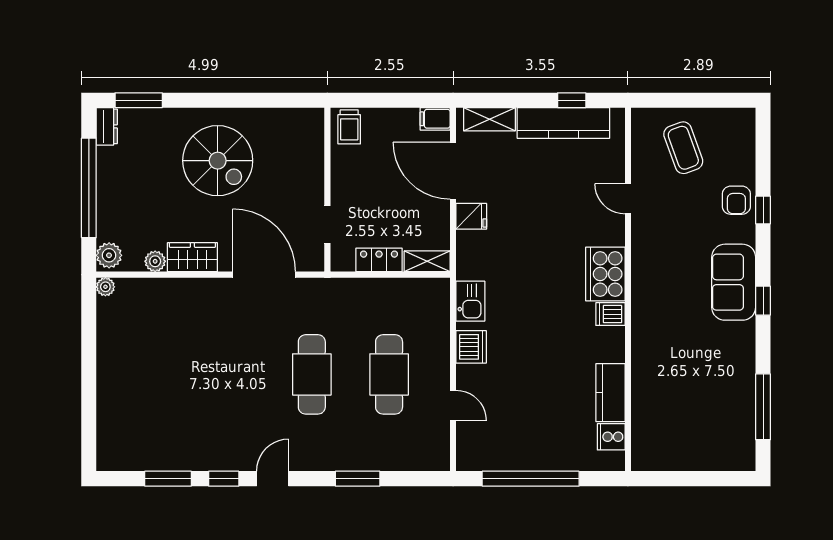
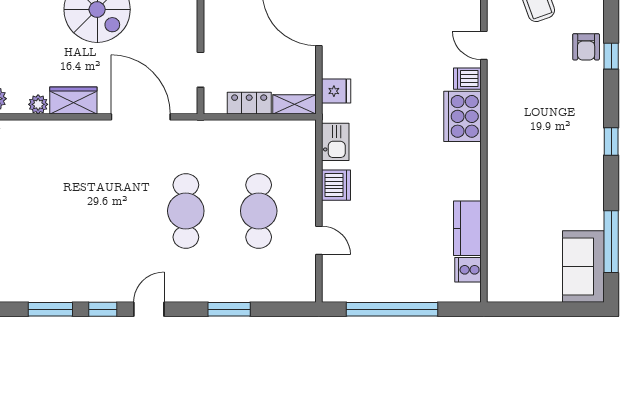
fridge: (471, 216) -> (336, 91), moved
sofa: (734, 282) -> (583, 266), moved
dishwasher: (610, 314) -> (467, 79), moved

